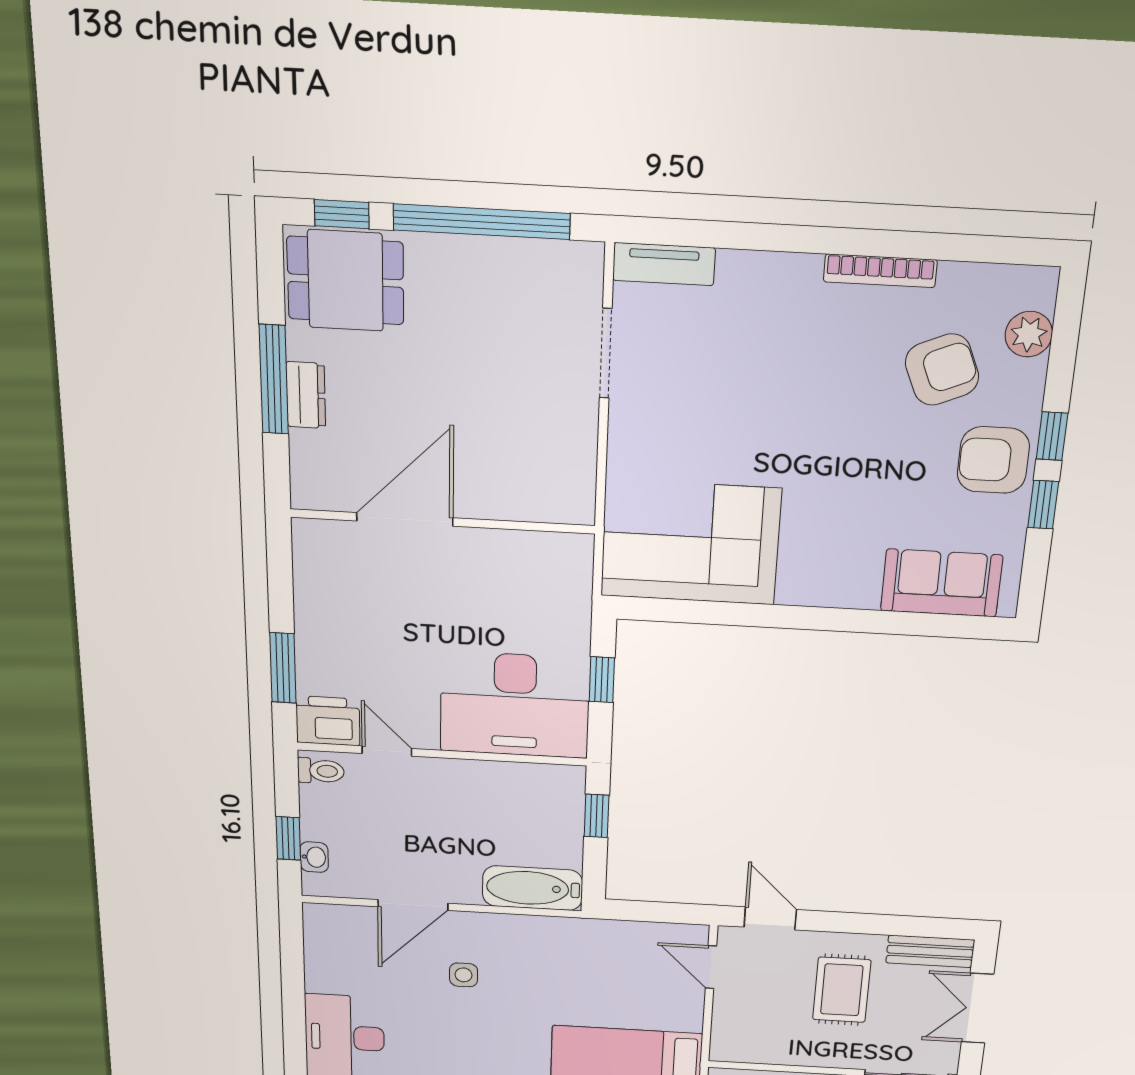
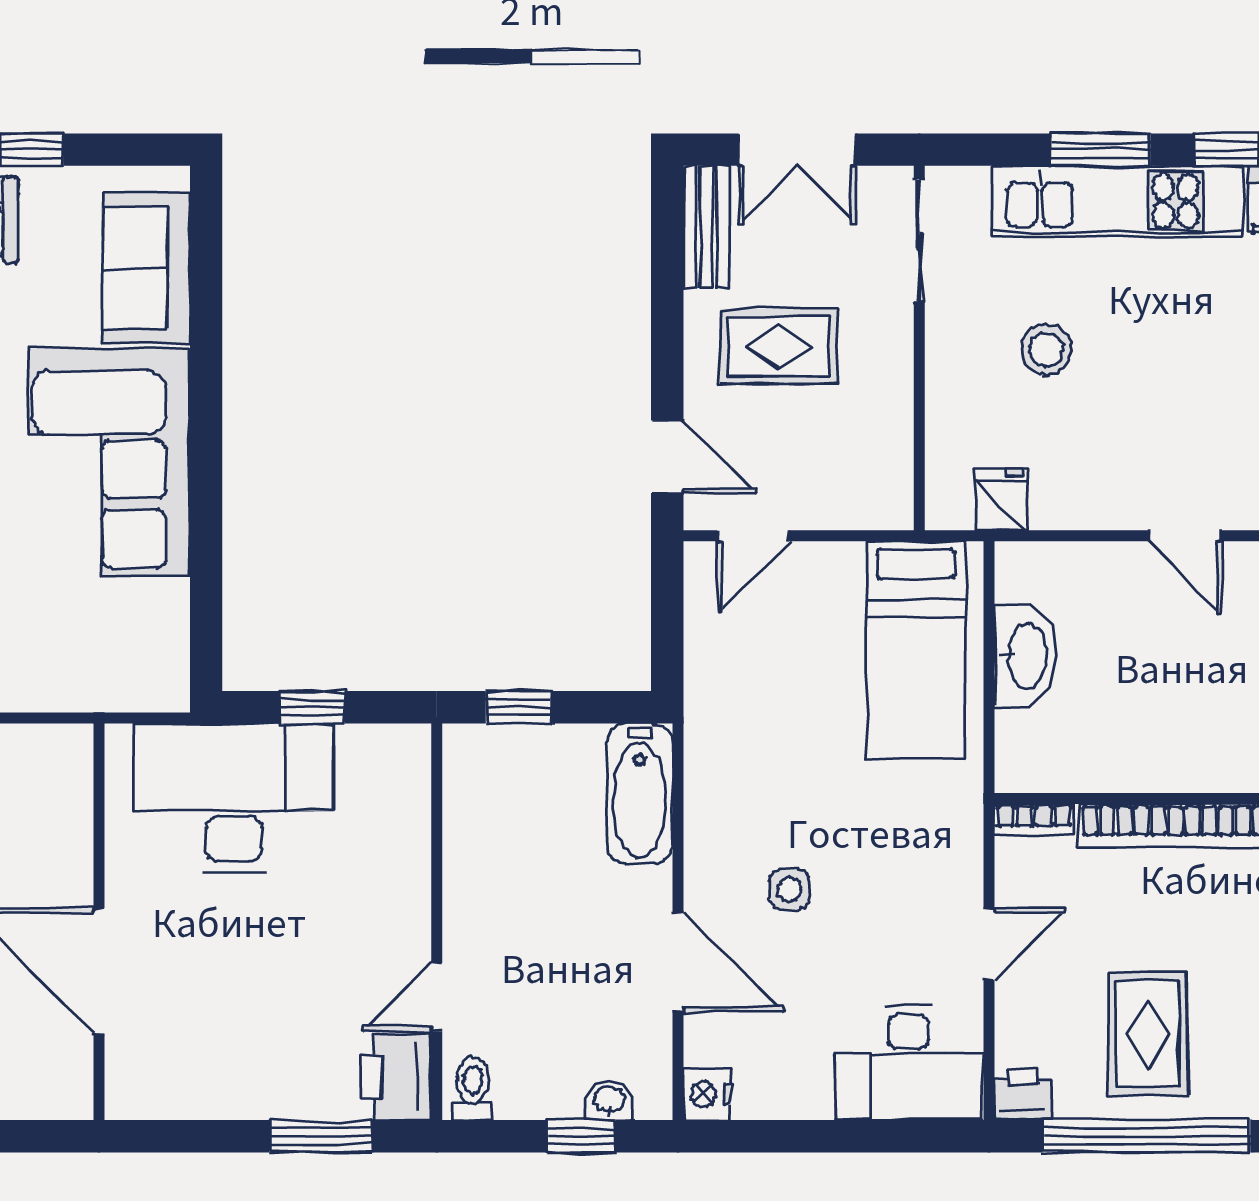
corner sofa: (690, 542) -> (109, 462), moved
desk: (515, 705) -> (234, 798), moved, turned -90
nightstand: (320, 918) -> (707, 1094), added
door: (770, 918) -> (667, 457), swing flipped

